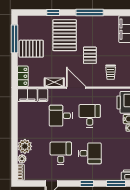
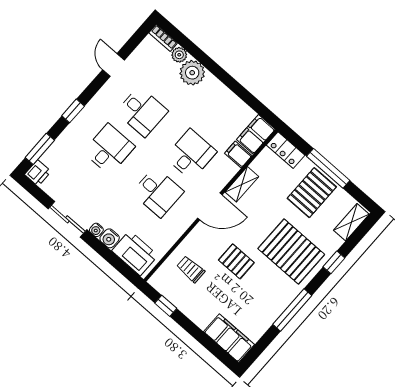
shelving: (29, 20) -> (351, 222), added
window: (14, 39) -> (328, 168), moved
desk: (90, 153) -> (109, 149), turned 180

